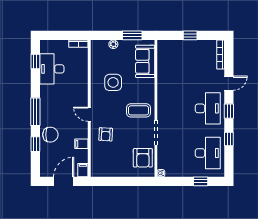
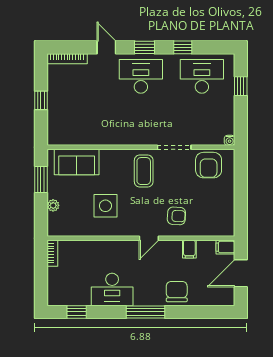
desk: (52, 69) -> (112, 289), moved
window: (35, 144) -> (190, 312), removed
armchair: (143, 158) -> (209, 165), turned 90
door: (64, 181) -> (241, 273), hinge flipped

